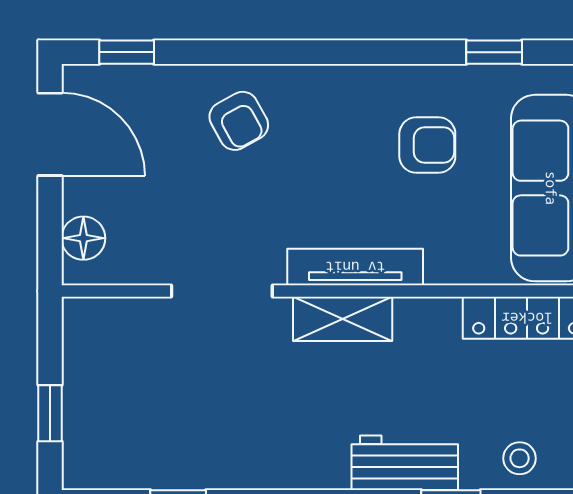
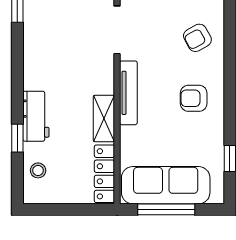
armchair: (427, 145) -> (194, 98), moved, turned 90
shelving: (343, 319) -> (104, 118), moved

